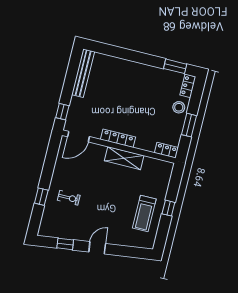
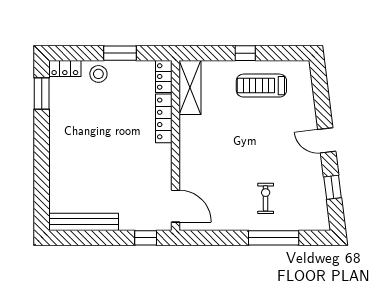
locker: (118, 138) -> (164, 118), moved
shelving: (124, 158) -> (190, 87), moved
window: (41, 197) -> (274, 238), width x2.17
treadmill: (144, 213) -> (261, 86), turned 180

